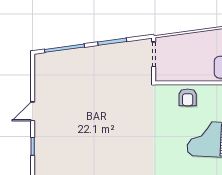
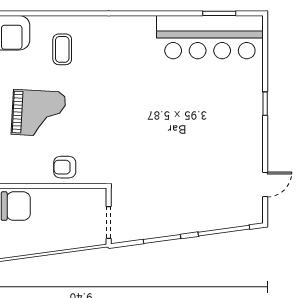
armchair: (188, 97) -> (65, 167), turned -90
door: (33, 111) -> (265, 184), moved

